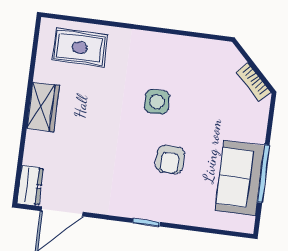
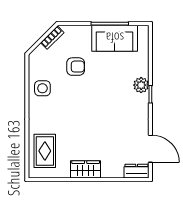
side table: (157, 102) -> (42, 88), moved
armchair: (170, 159) -> (76, 67), moved
plant: (162, 210) -> (141, 85), added

